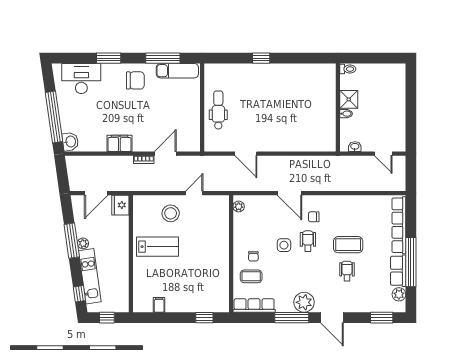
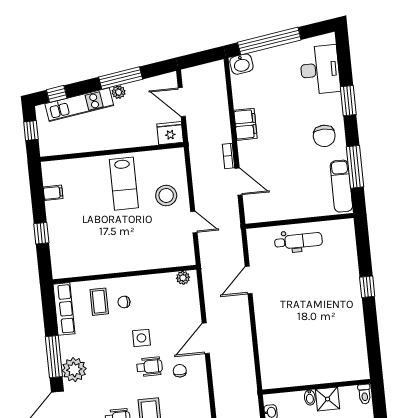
window: (204, 318) -> (41, 233), moved

